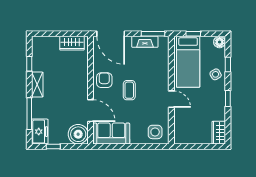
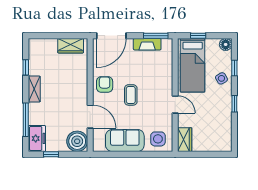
door: (111, 34) -> (111, 36), hinge flipped
sofa: (111, 133) -> (125, 141), moved
wardrobe: (219, 133) -> (185, 140), moved, turned 180

